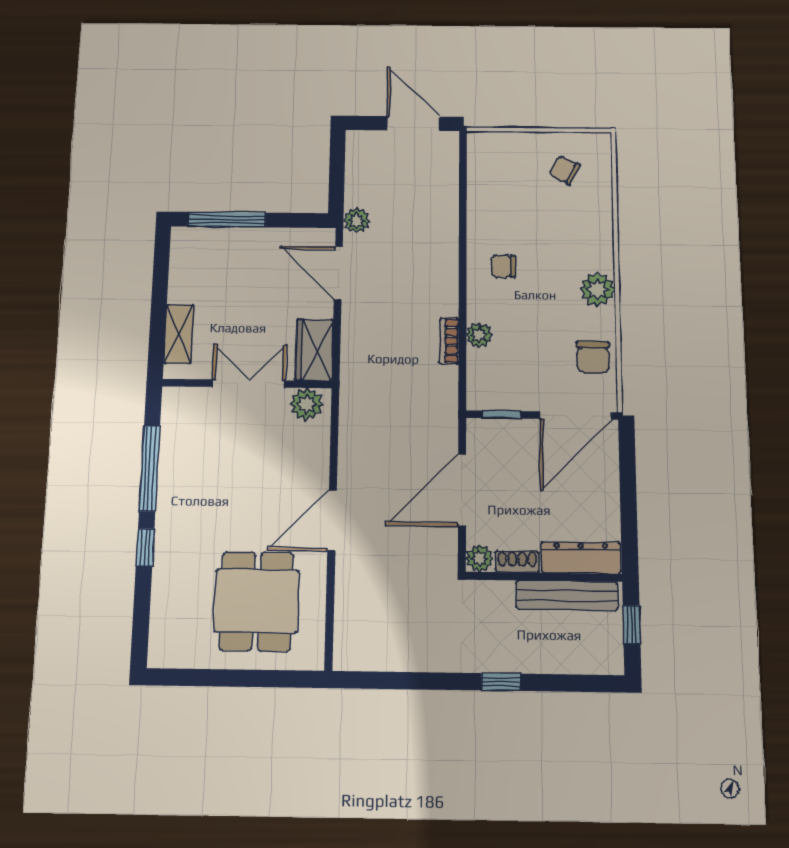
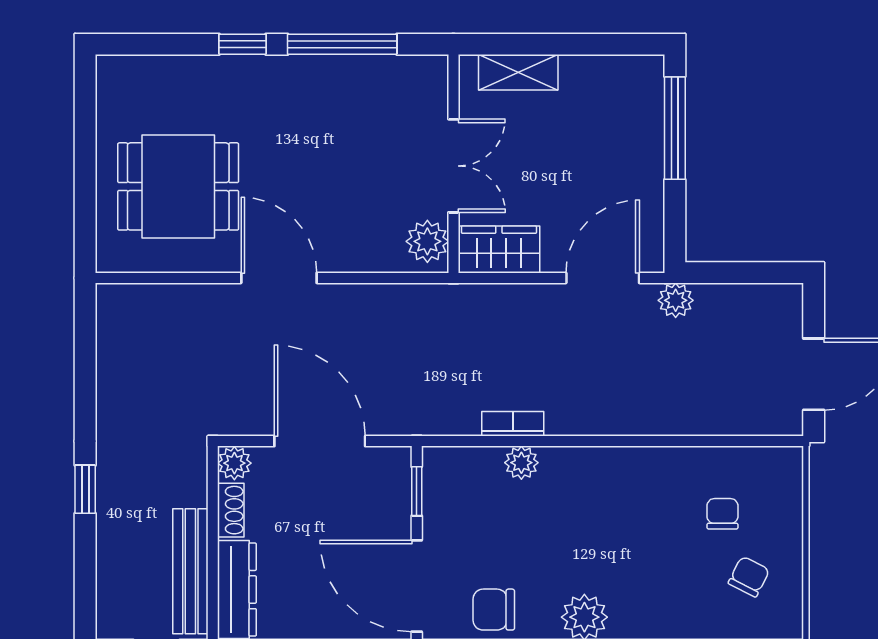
chair: (504, 266) -> (722, 514), moved

